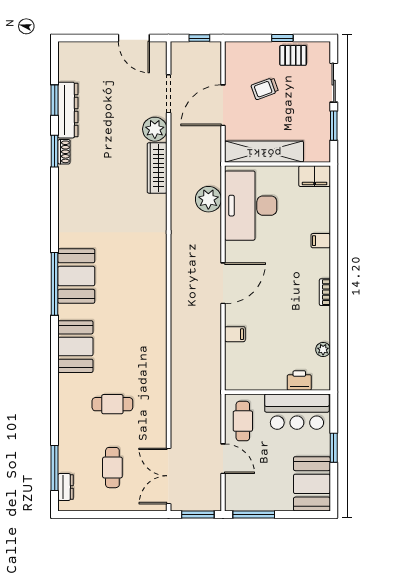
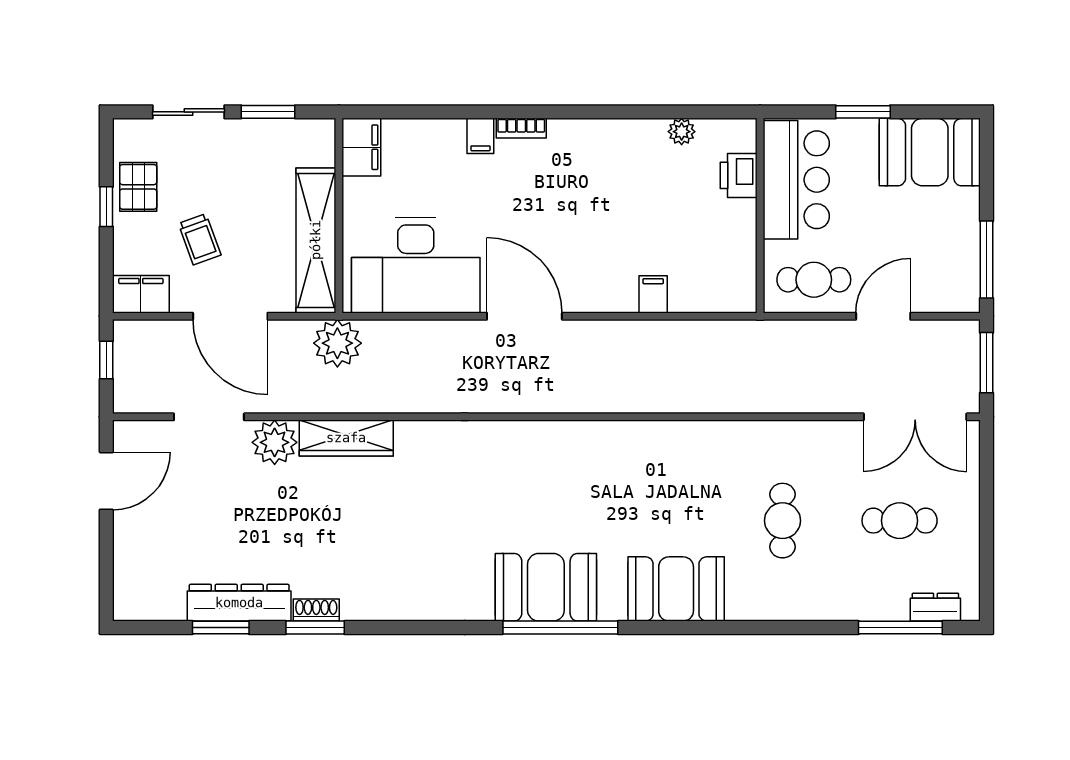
filing cabinet: (235, 57) -> (141, 294), added
plant: (208, 199) -> (337, 343), moved
door: (223, 283) -> (524, 316), moved
bookcase: (325, 292) -> (521, 128), moved

